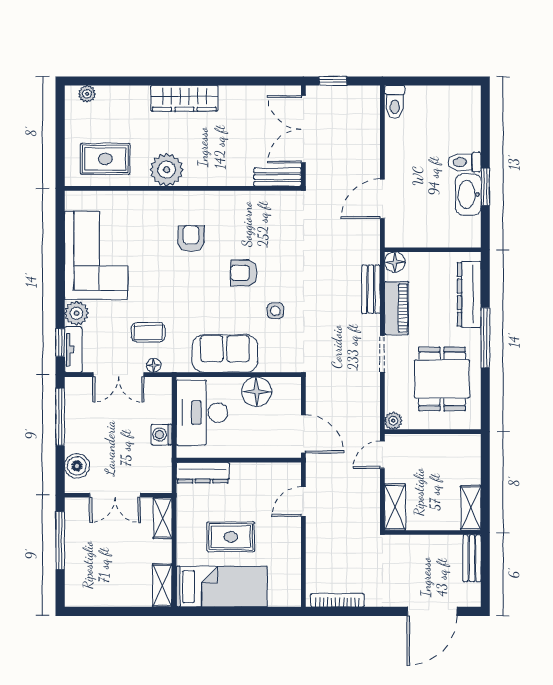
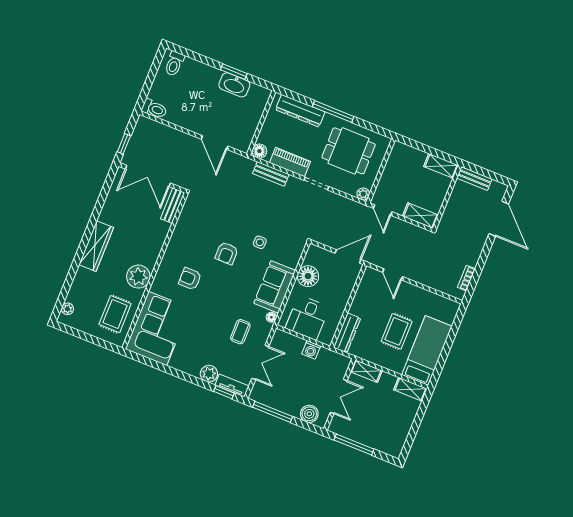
toilet: (464, 162) -> (174, 64), moved
corner sofa: (96, 255) -> (157, 328), moved, turned 90
floor lamp: (154, 365) -> (271, 317), moved
desk: (202, 413) -> (307, 318), width x0.73
bookcase: (337, 600) -> (466, 278), width x0.64

